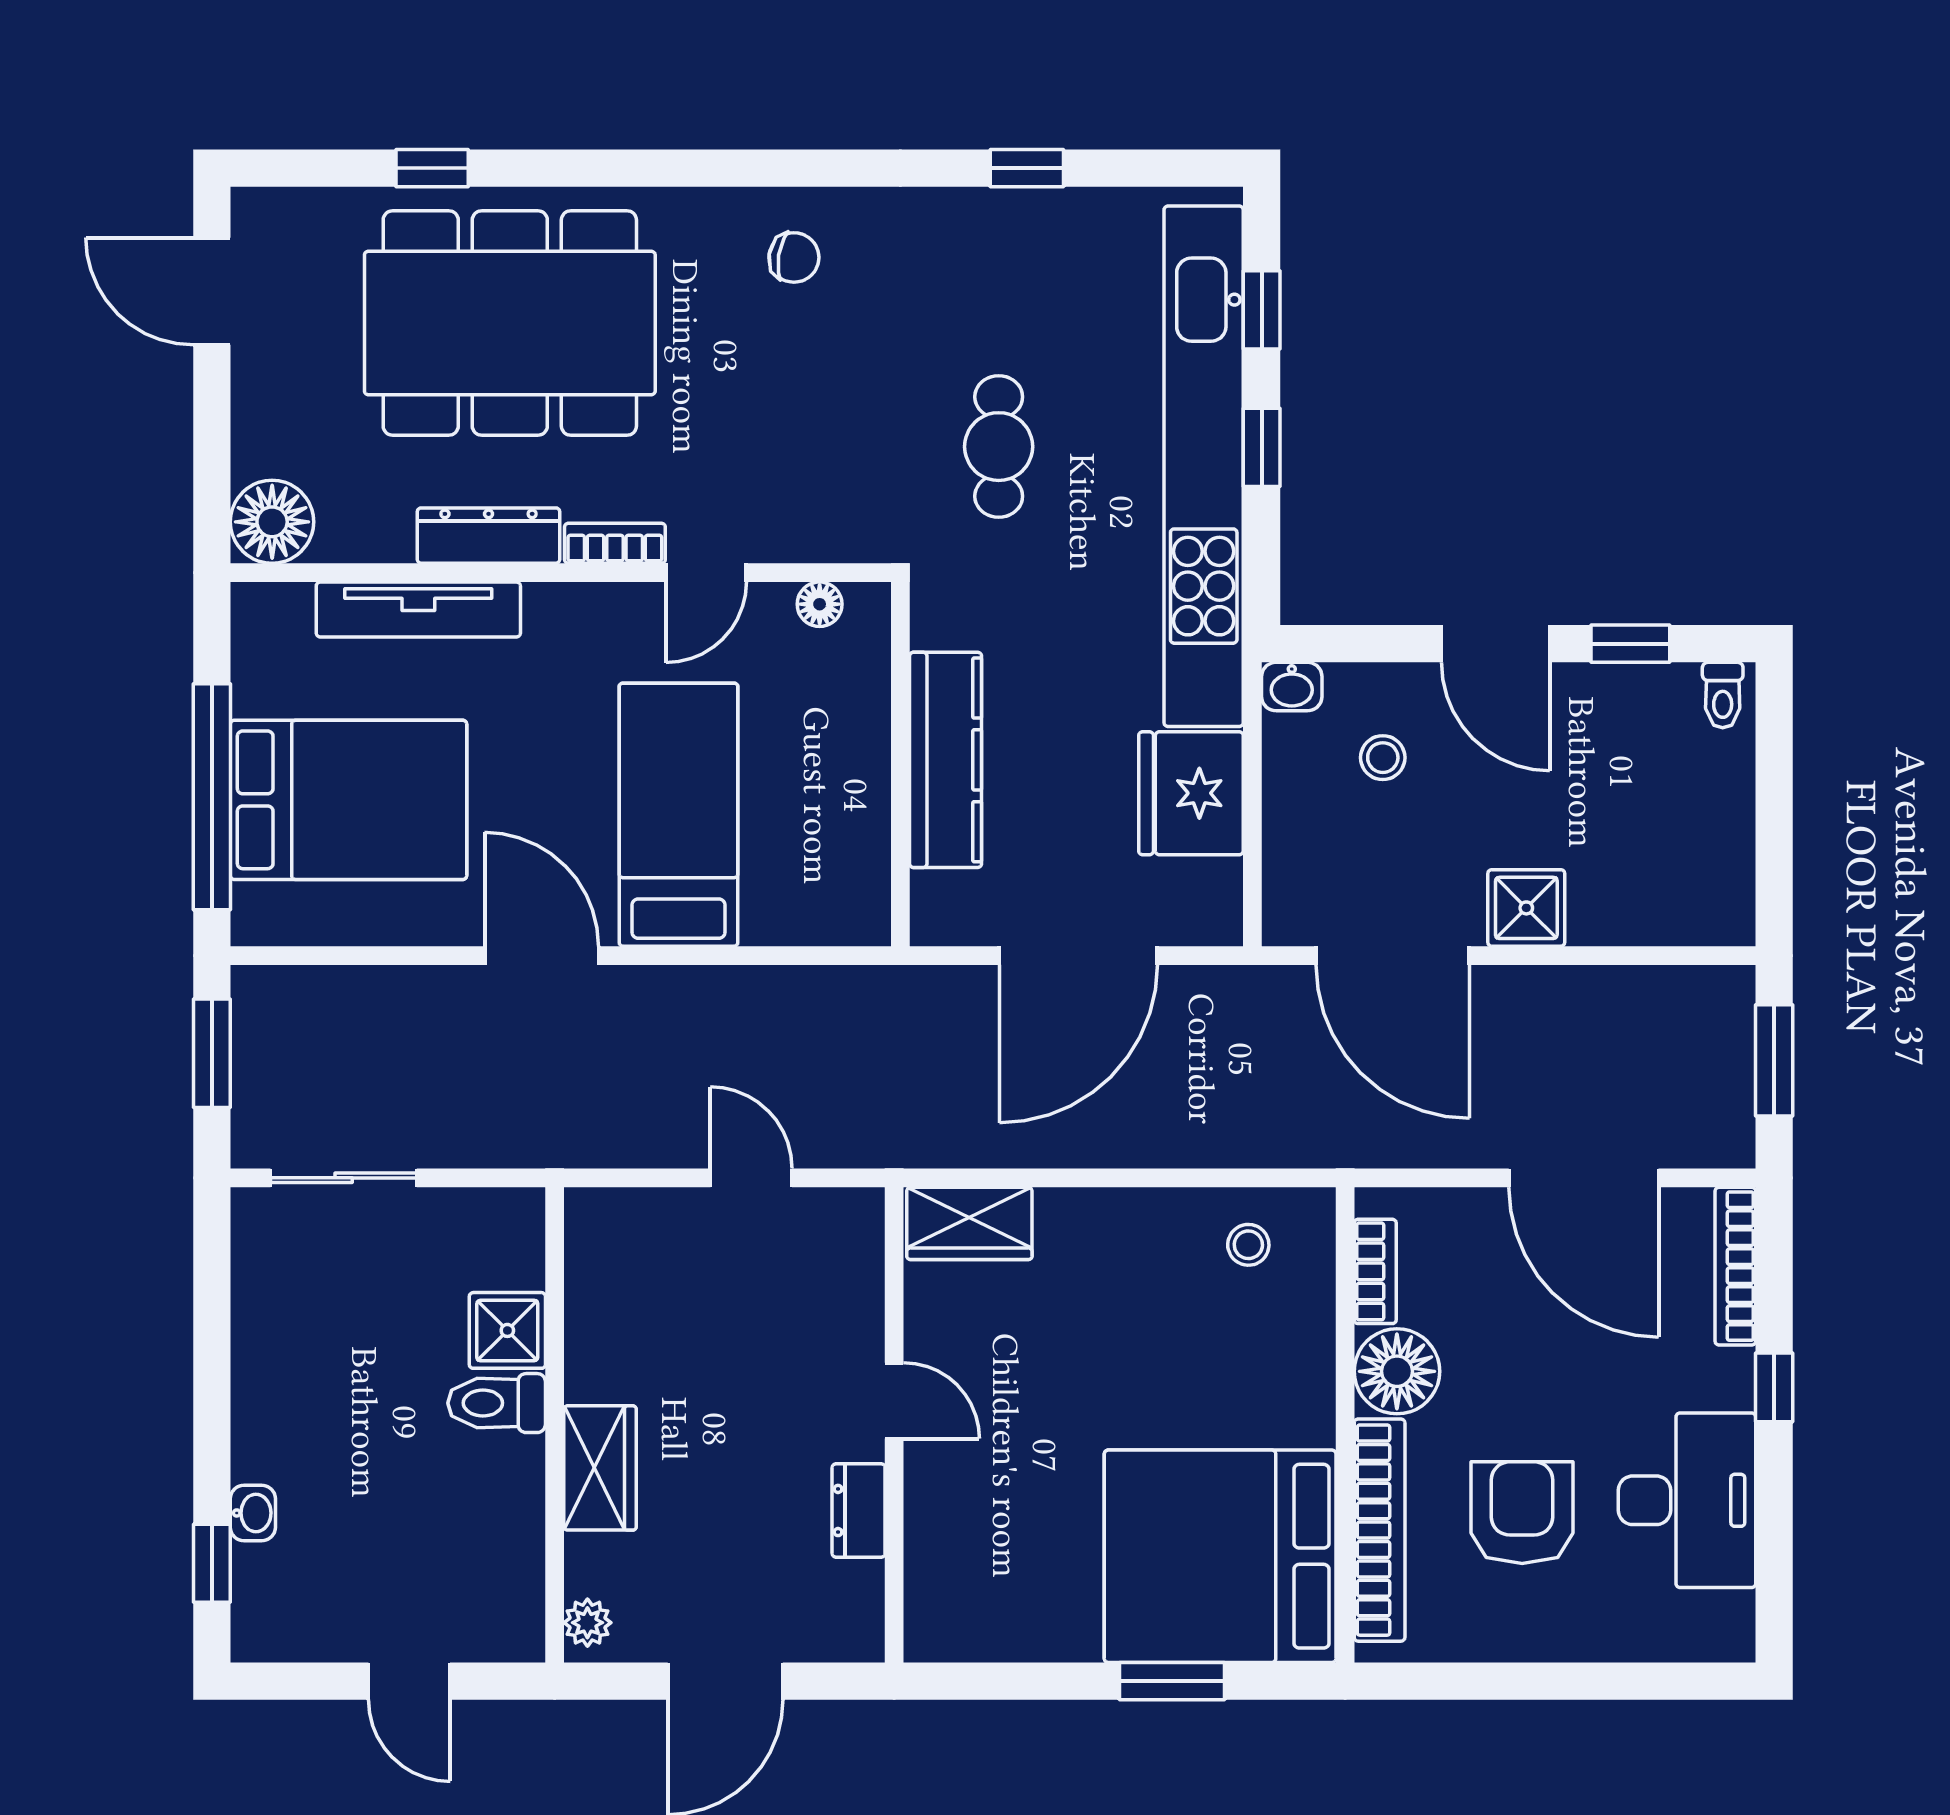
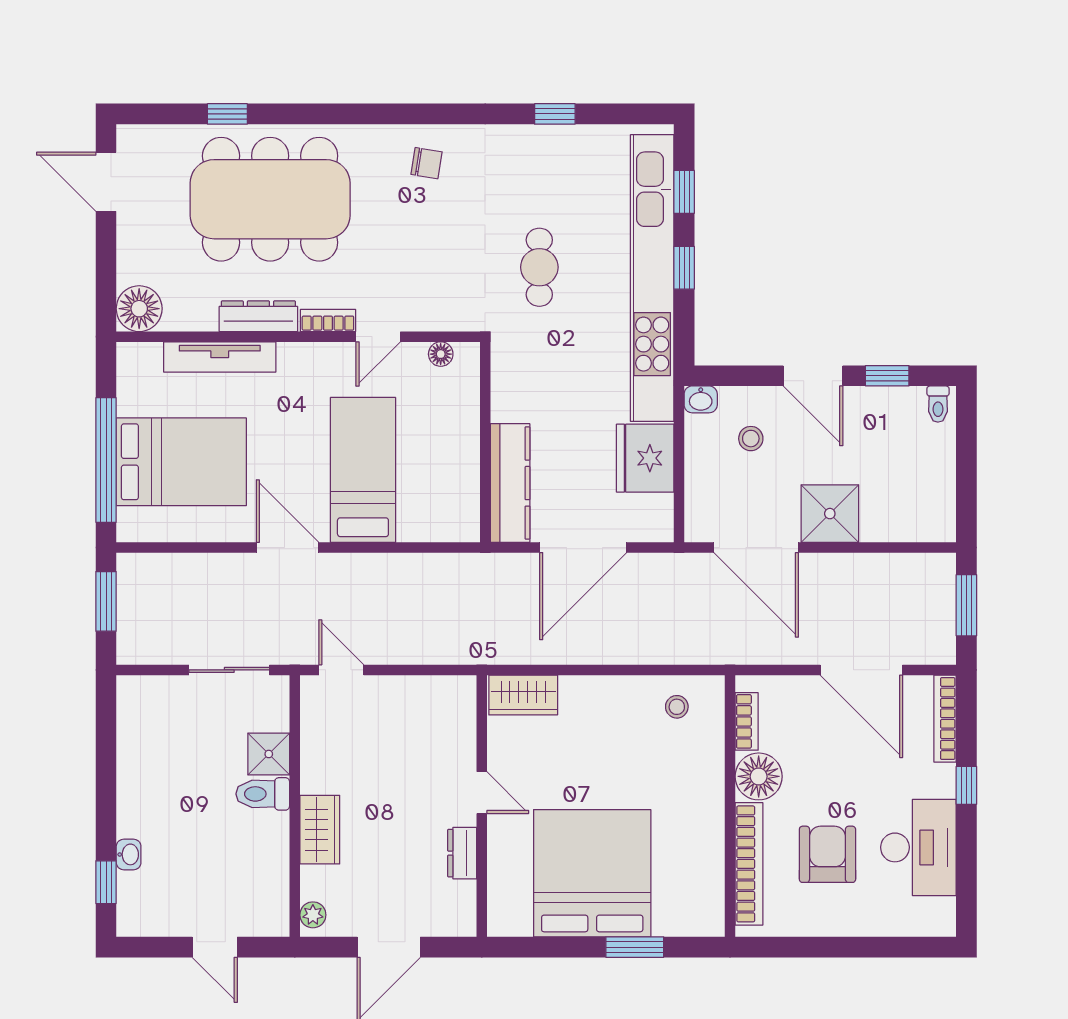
kitchen counter: (946, 760) -> (510, 483), moved
shower: (1526, 908) -> (830, 514), width x1.36, depth x1.36
sliding door: (344, 1178) -> (229, 670), moved
door: (751, 1178) -> (341, 670), moved
bed: (1220, 1556) -> (592, 873), moved, turned 90

